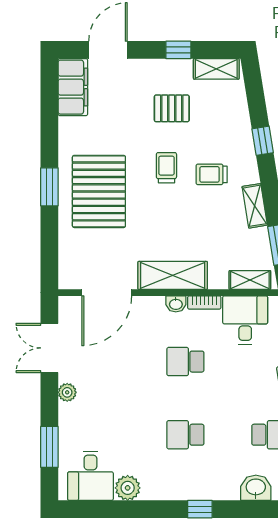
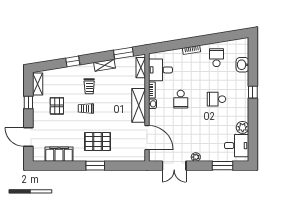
filing cabinet: (73, 87) -> (59, 154), moved
pallet: (99, 191) -> (98, 141), width x0.73, depth x0.71
school desk: (185, 435) -> (217, 99), turned 90

